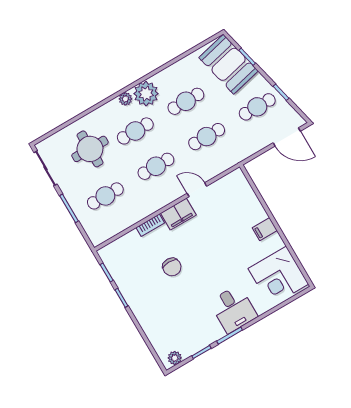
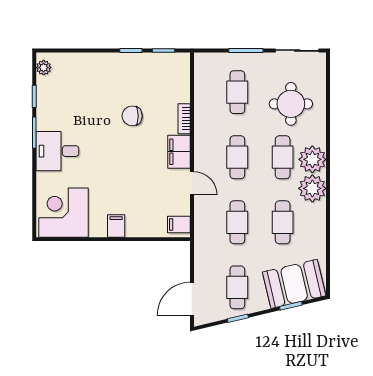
plant: (125, 99) -> (312, 159), width x1.88, depth x1.88
filing cabinet: (235, 181) -> (179, 225), added
door: (197, 190) -> (192, 183), hinge flipped

